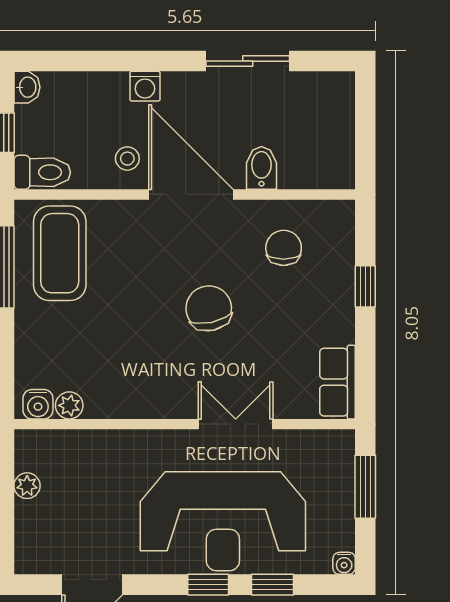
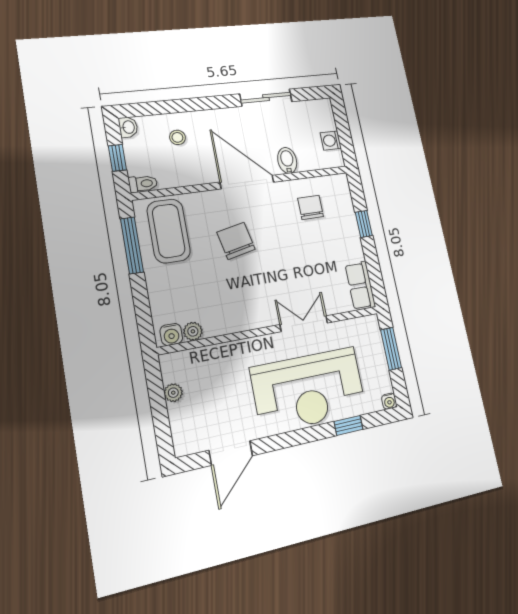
washing machine: (145, 86) -> (331, 140), moved, turned 90
stool: (127, 159) -> (177, 137), moved
toilet: (42, 172) -> (143, 184), width x0.73, depth x0.72
chair: (209, 308) -> (236, 241), moved
window: (208, 585) -> (308, 435), removed

